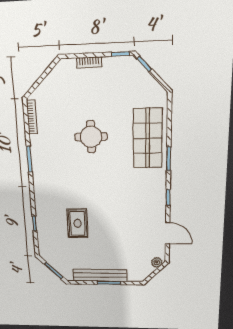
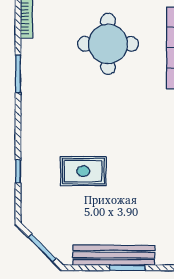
round table: (91, 137) -> (108, 44), width x1.36, depth x1.36
rug: (78, 223) -> (83, 171), turned 90

